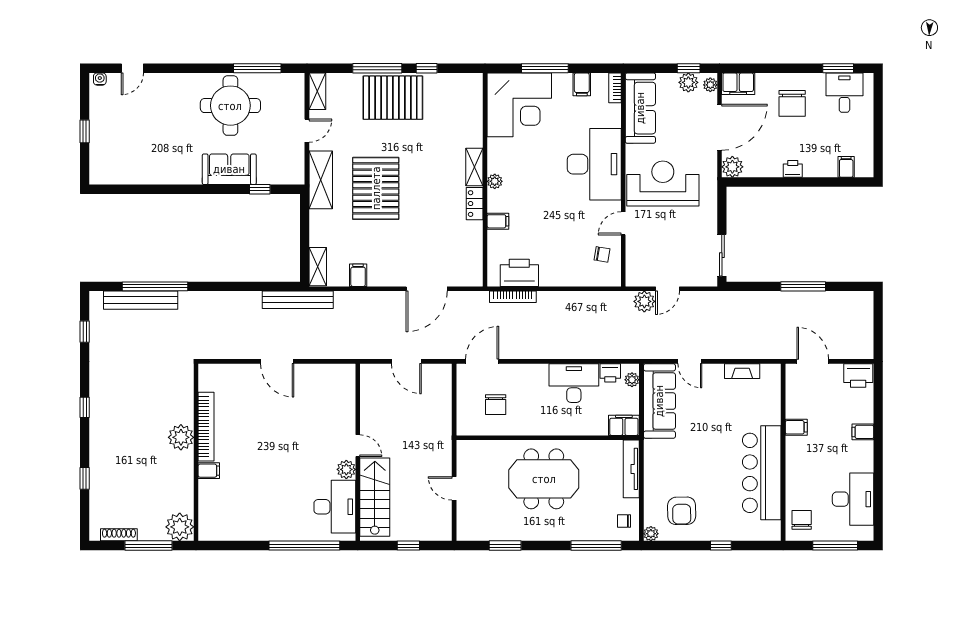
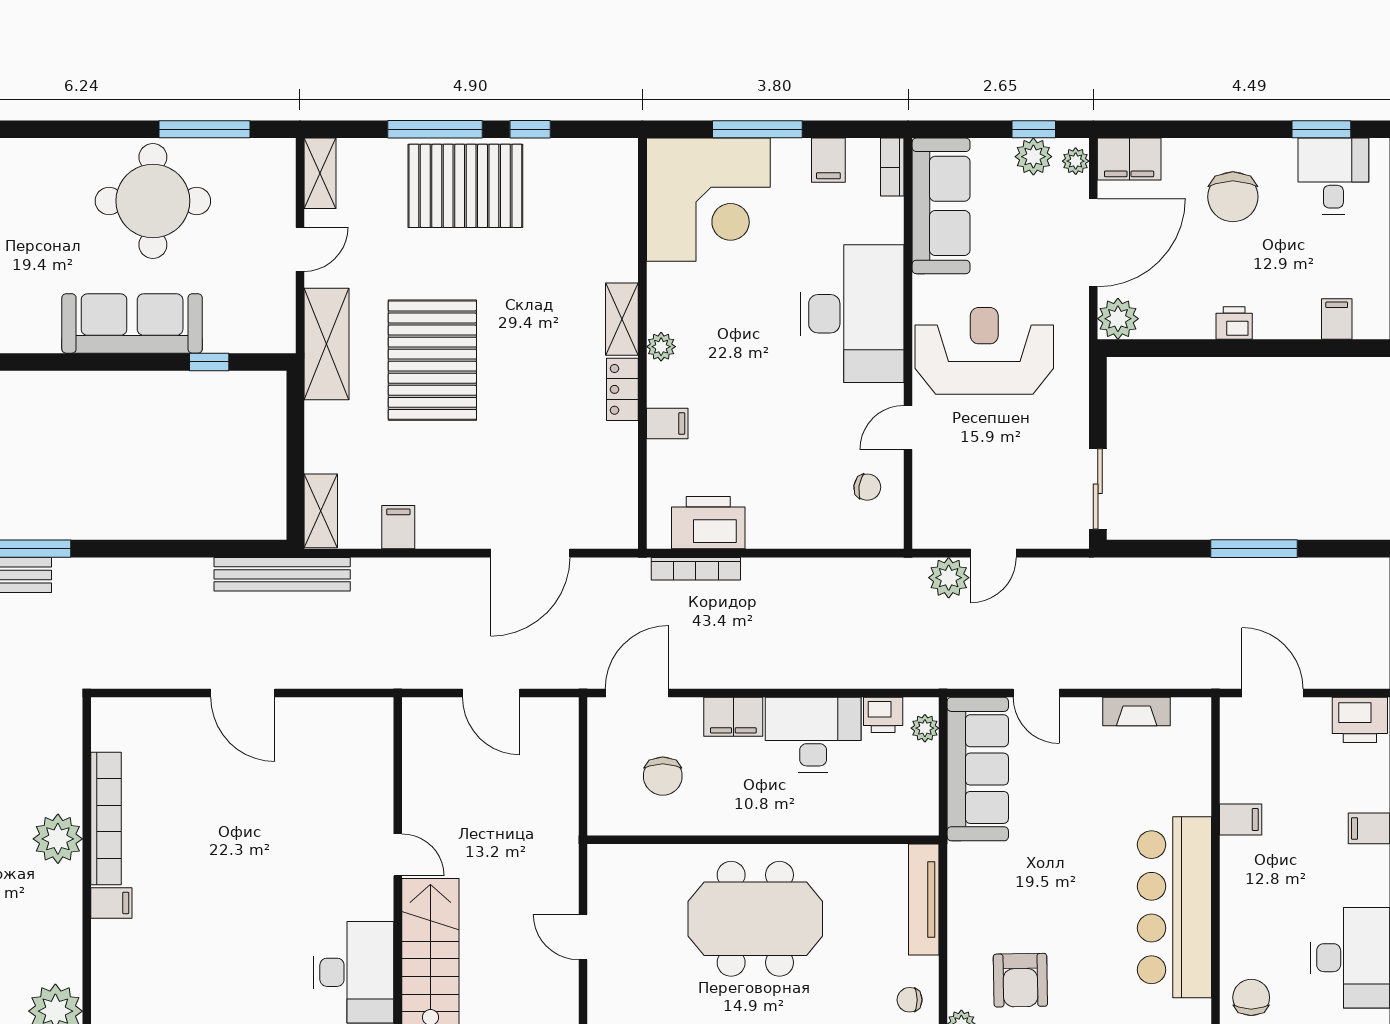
sofa: (229, 169) -> (132, 323), width x1.36
filing cabinet: (624, 425) -> (733, 717), moved, turned 180
plant: (346, 469) -> (376, 901), removed

